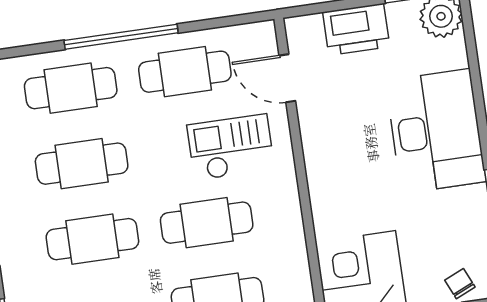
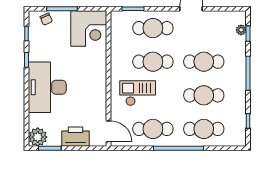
door: (287, 78) -> (109, 131), moved
checkout: (231, 147) -> (138, 93), turned 180

